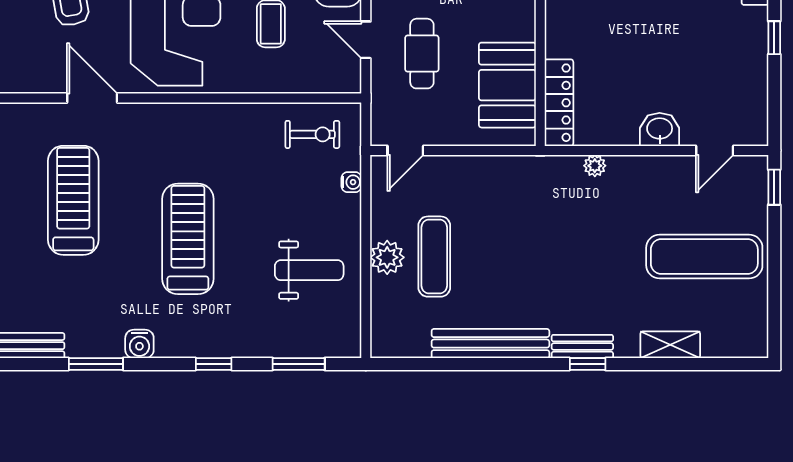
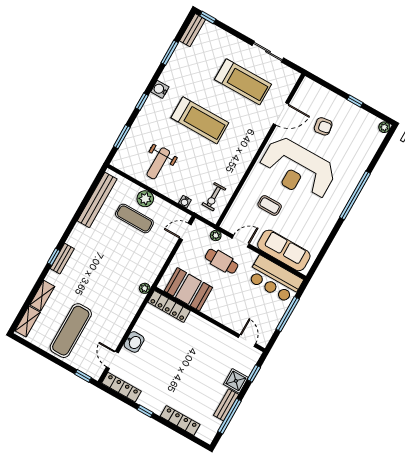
plant: (381, 91) -> (216, 236), added
locker: (755, 106) -> (121, 387), added
door: (405, 150) -> (185, 232), hinge flipped
plant: (595, 166) -> (145, 288), moved
water cooler: (139, 344) -> (160, 89), moved
bench: (490, 344) -> (97, 200), moved
shelving: (733, 345) -> (28, 321), added

